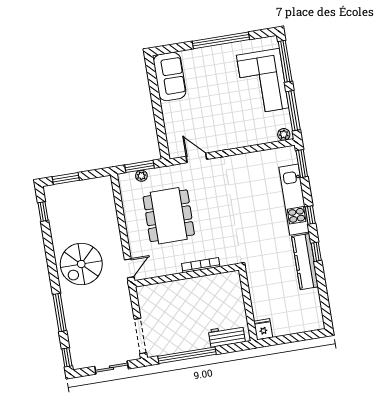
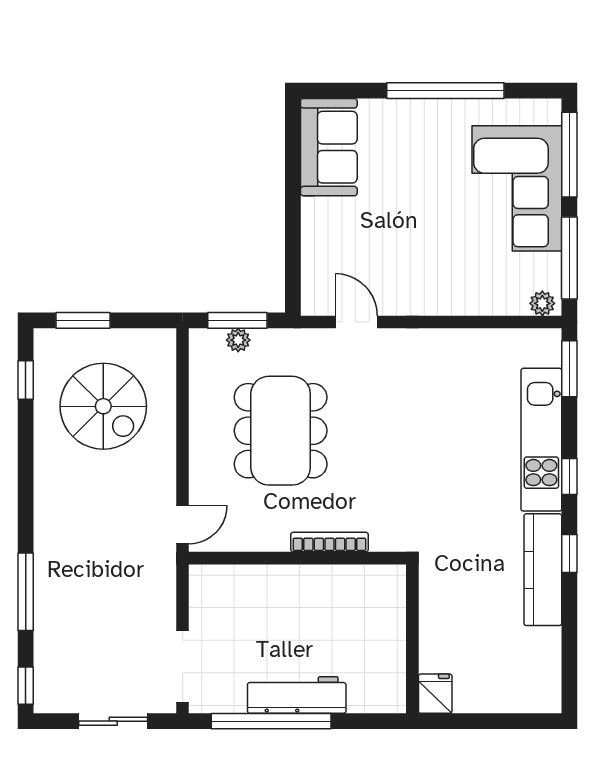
spiral stairs: (81, 264) -> (103, 406), moved, turned -90
workbench: (227, 336) -> (297, 695), moved, width x1.38

